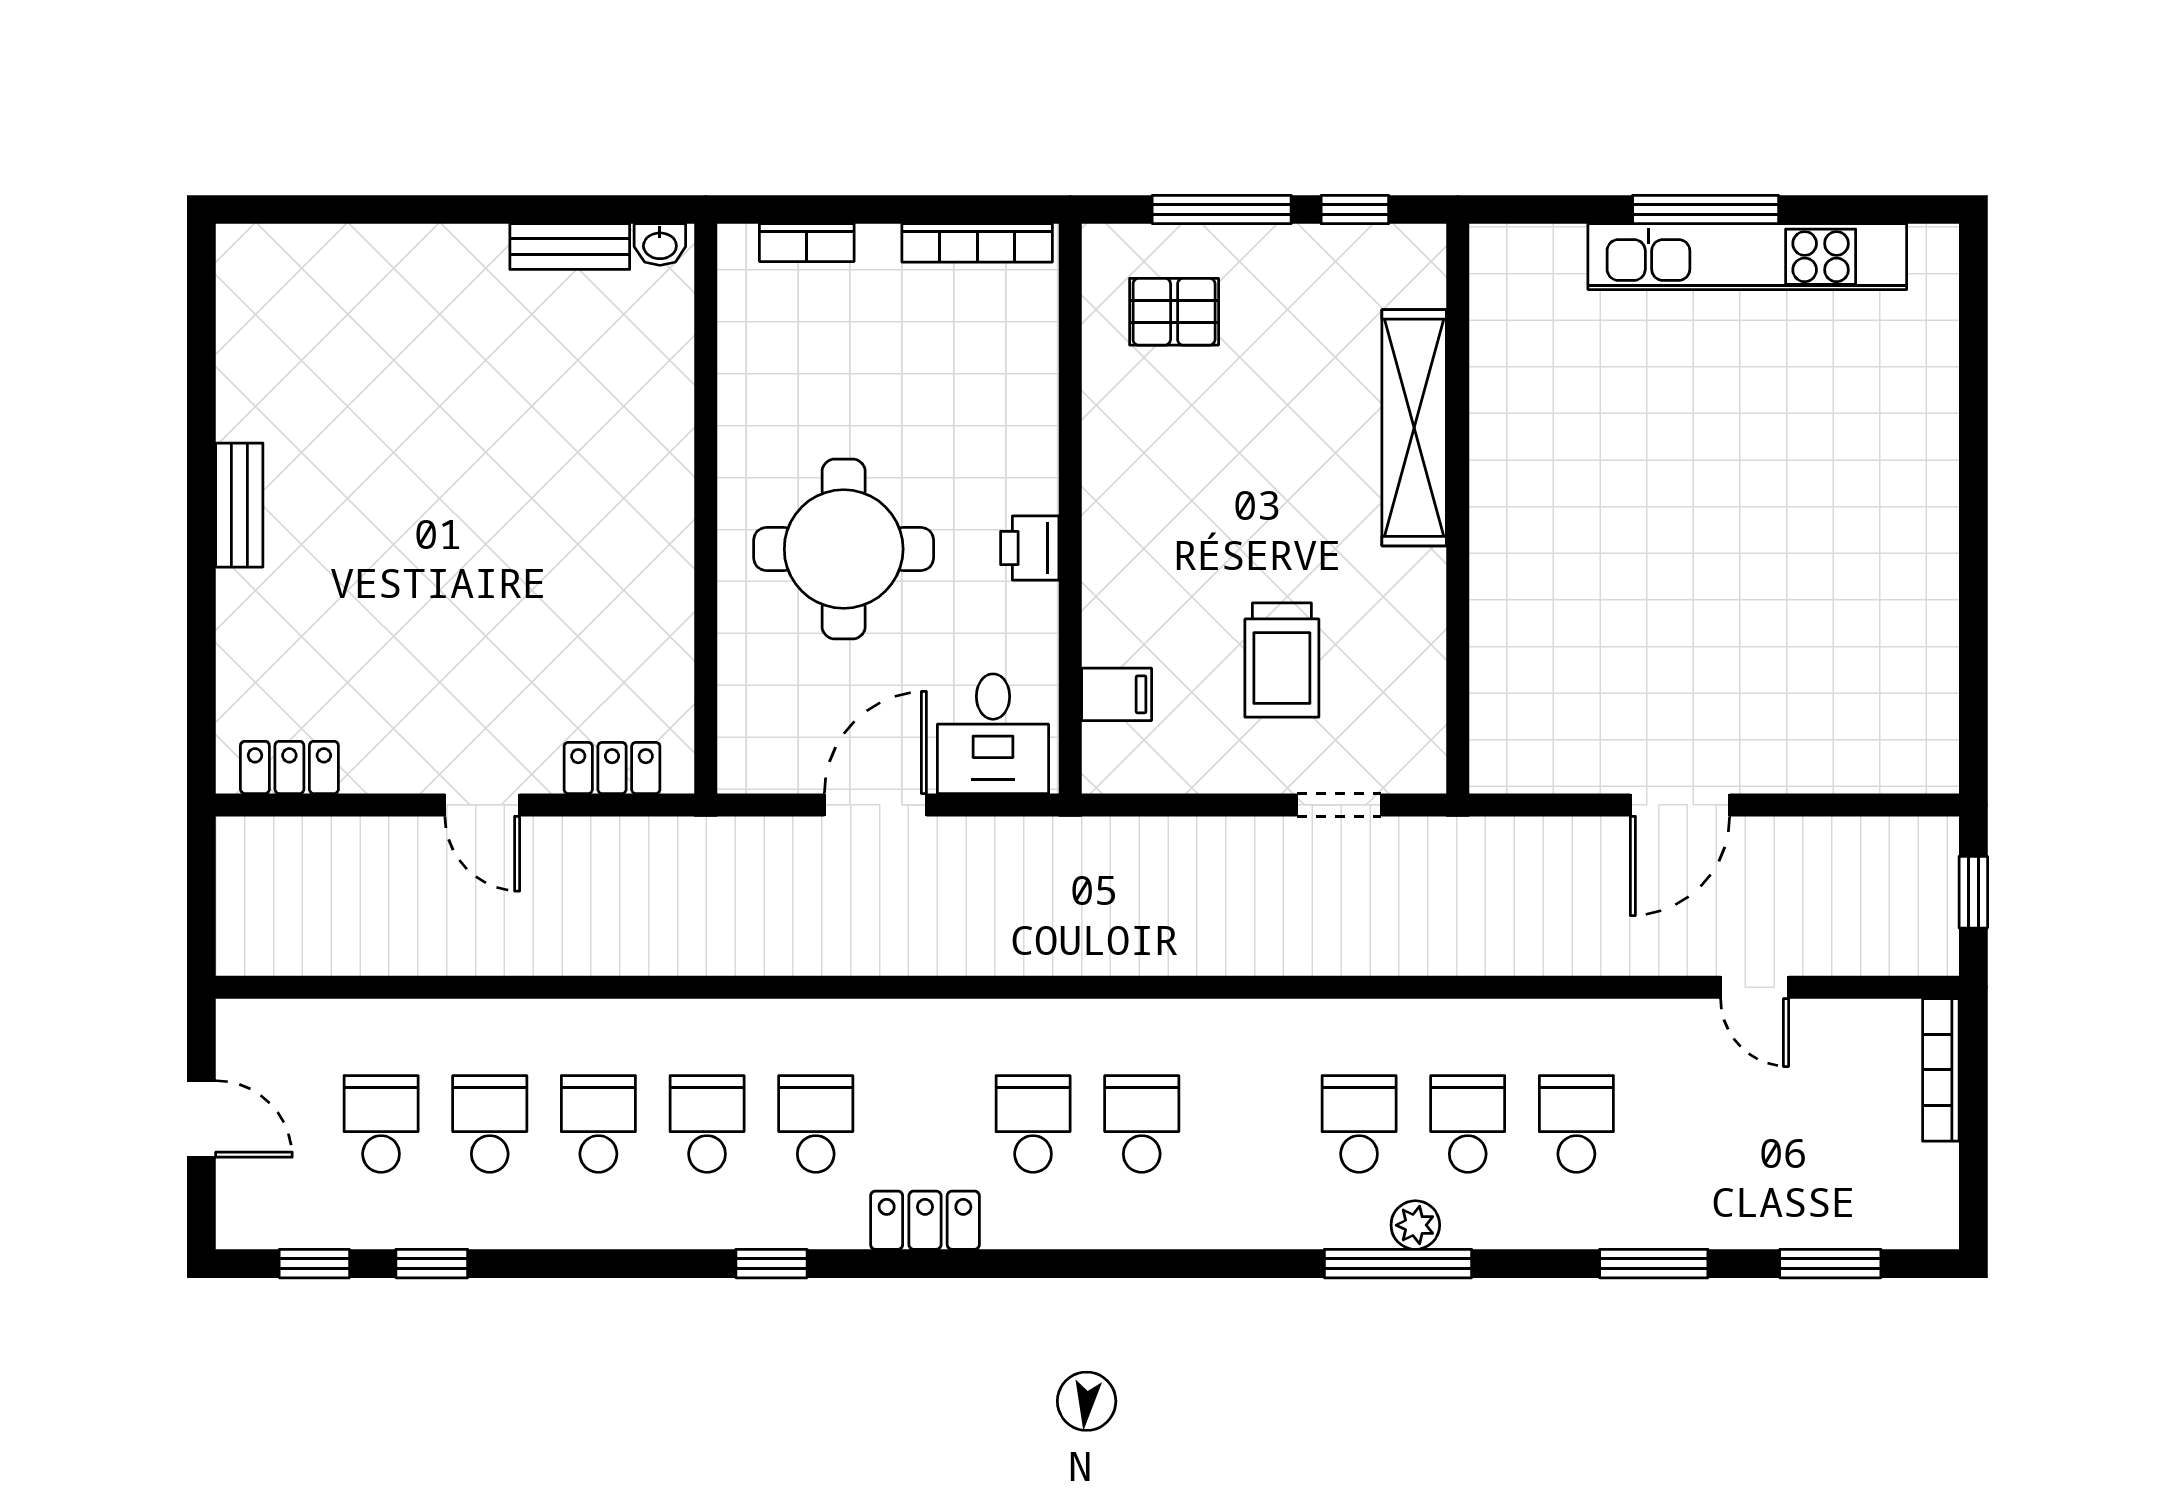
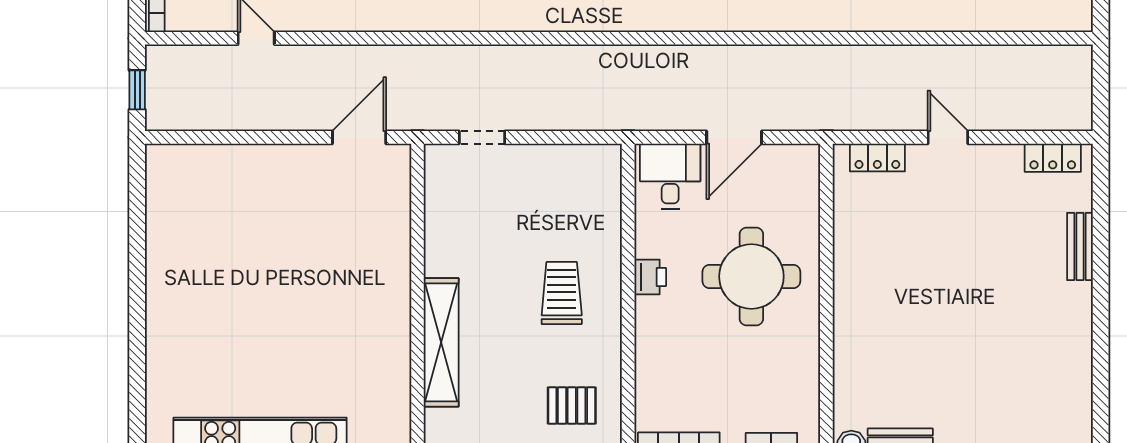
bench: (239, 505) -> (1080, 247), moved
trolley: (1282, 660) -> (562, 293), moved
filing cabinet: (1117, 694) -> (603, 197), removed
door: (1680, 805) -> (359, 137), moved

